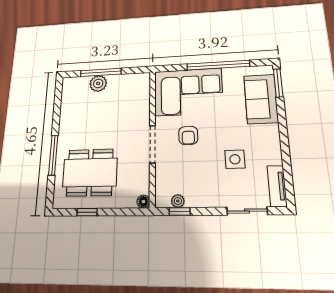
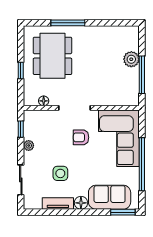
window: (101, 72) -> (142, 75), moved
floor lamp: (271, 133) -> (81, 203), added
tv unit: (277, 186) -> (58, 203), moved
plant: (178, 201) -> (29, 145), moved
floor lamp: (143, 202) -> (44, 101), moved
window: (87, 212) -> (21, 71), moved

